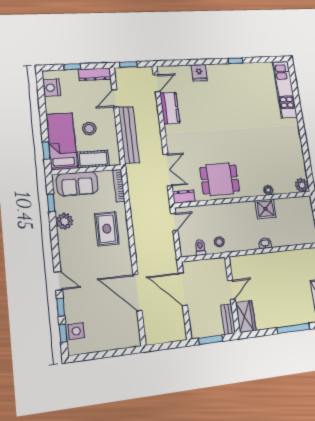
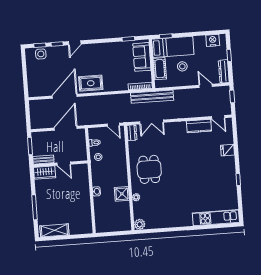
bench: (129, 135) -> (152, 97), moved
dining table: (220, 179) -> (149, 169), moved
plant: (64, 221) -> (115, 48), removed
rug: (107, 229) -> (91, 83), moved

